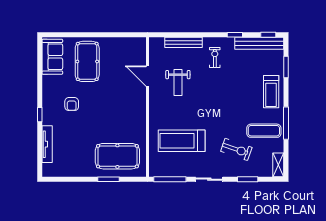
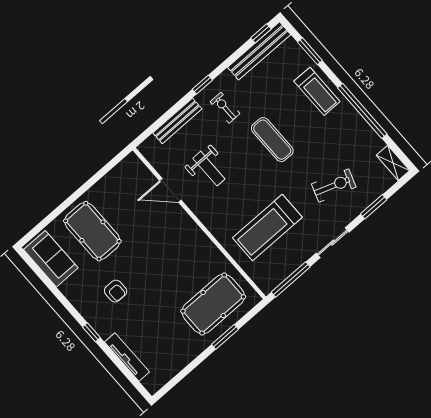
window: (235, 35) -> (202, 85), moved
window: (286, 123) -> (362, 111), width x1.46
exercise mat: (264, 131) -> (272, 140), moved, turned 90

